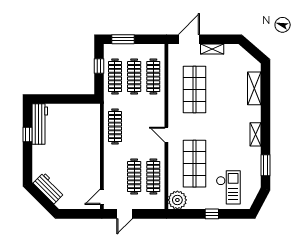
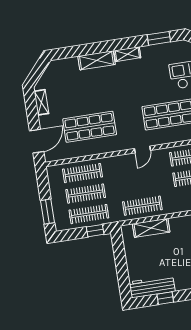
door: (189, 39) -> (37, 141), swing flipped
shelving: (212, 49) -> (41, 102), moved
window: (99, 66) -> (95, 231), moved
shelving: (254, 88) -> (96, 60), moved
shelving: (94, 131) -> (151, 228), added

